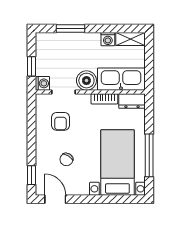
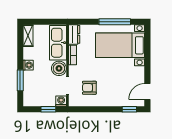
washing machine: (108, 39) -> (28, 65), moved
armchair: (61, 121) -> (89, 88), turned 180
chair: (66, 159) -> (118, 83), removed

